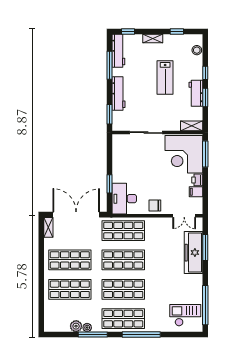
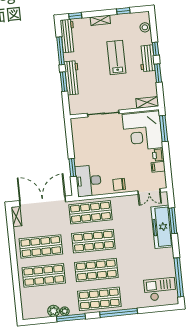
lab bench: (165, 77) -> (116, 57), turned 180
workbench: (196, 93) -> (147, 58), moved
window: (110, 114) -> (64, 82), moved

